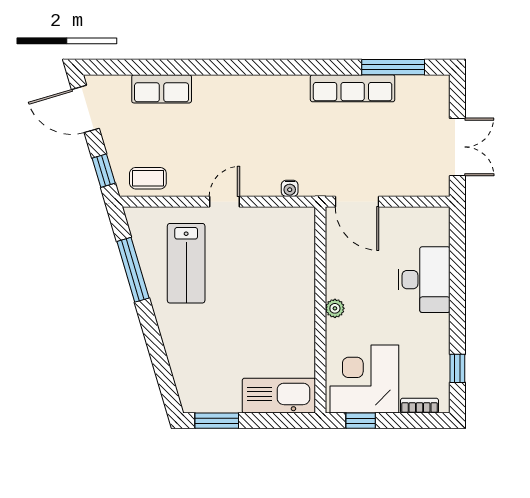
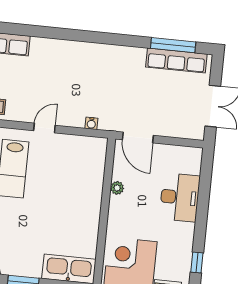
row of seats: (353, 88) -> (176, 60), moved
plant: (335, 308) -> (117, 188), moved

